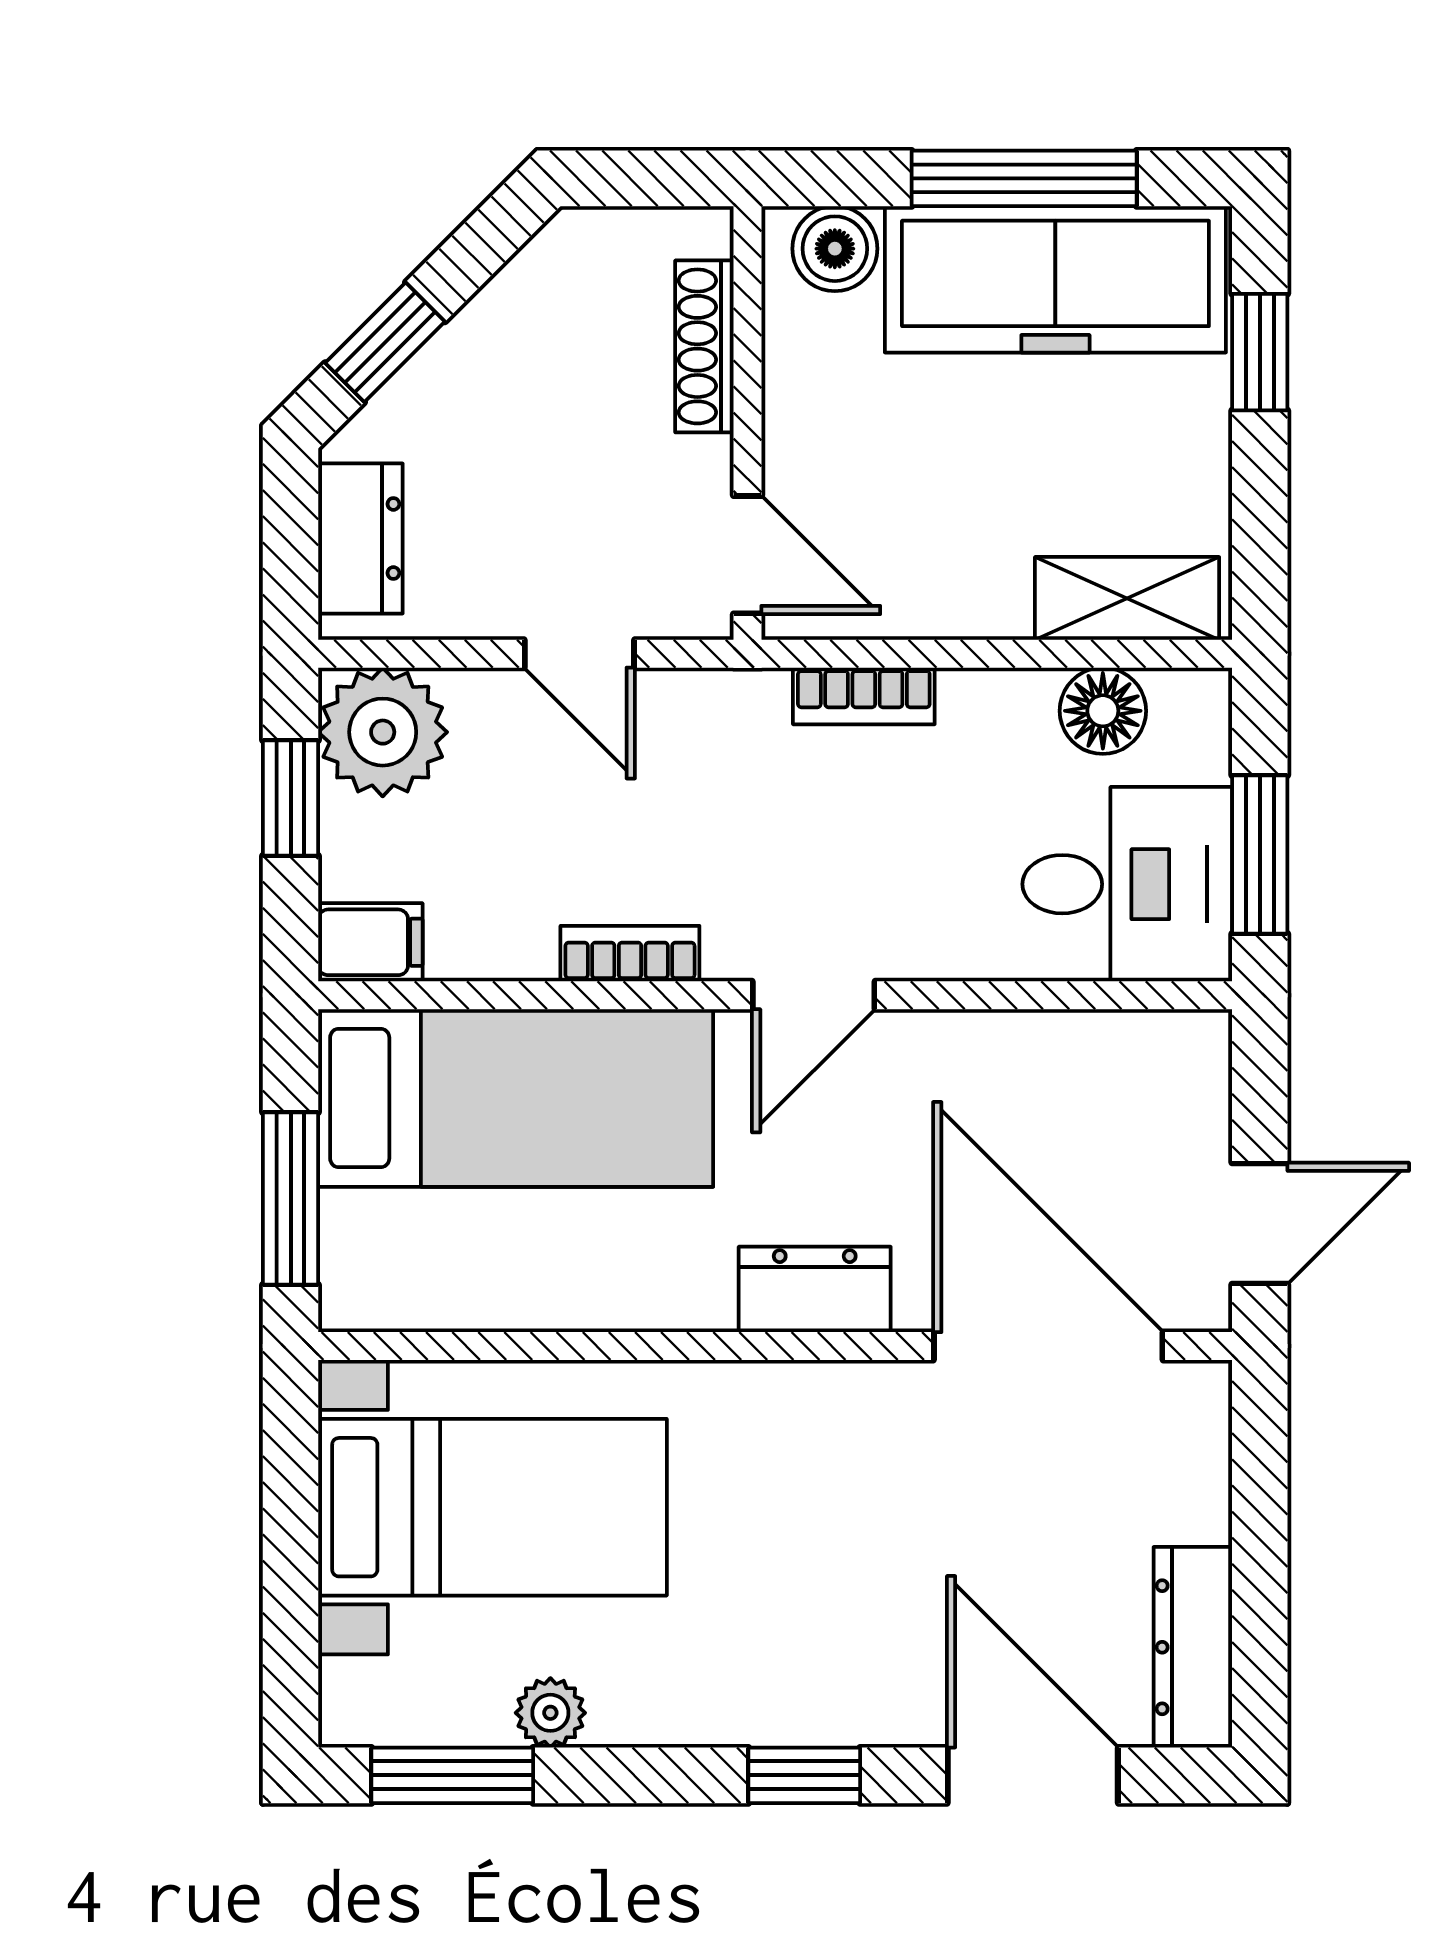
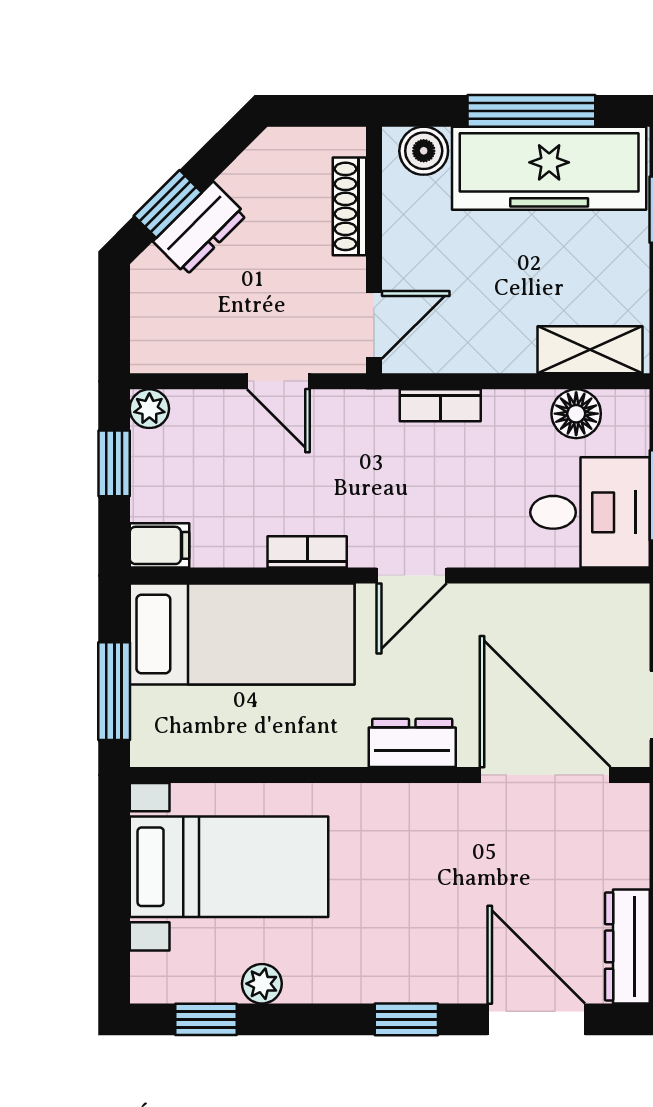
dresser: (360, 538) -> (200, 228), moved, turned 45
door: (747, 555) -> (374, 325), hinge flipped
plant: (383, 732) -> (149, 409), width x0.53, depth x0.53
window: (452, 1775) -> (206, 1019), width x0.67

